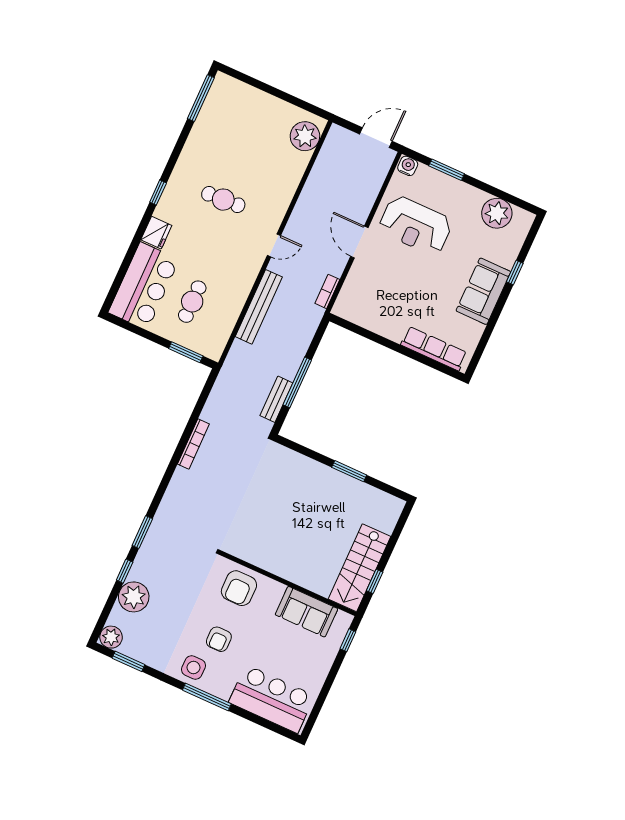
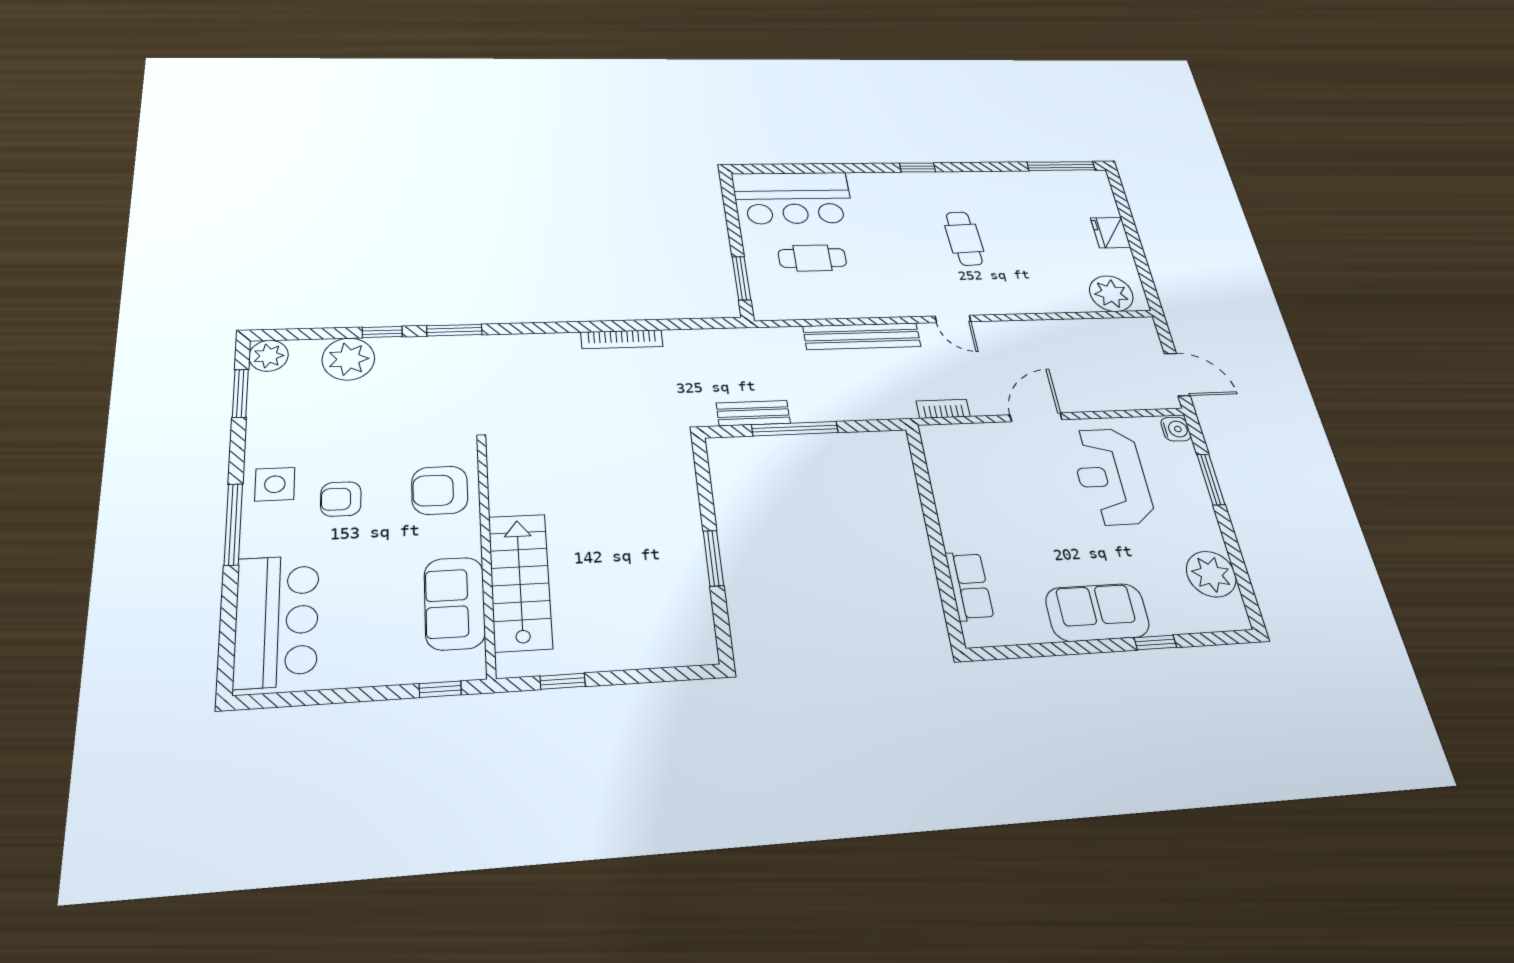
fridge: (156, 233) -> (1111, 233), moved, turned 90
row of seats: (434, 349) -> (969, 586), width x0.68
stairs: (359, 568) -> (520, 582), moved, turned 90

